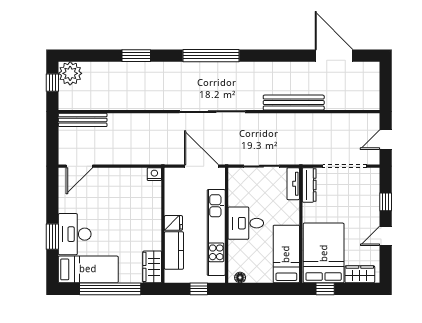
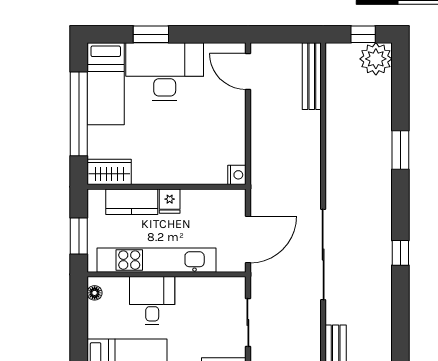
window: (211, 56) -> (400, 253), width x0.32
desk: (246, 223) -> (152, 301), moved
desk: (75, 234) -> (165, 72), width x1.36, depth x1.30
window: (199, 289) -> (79, 236), width x1.50

